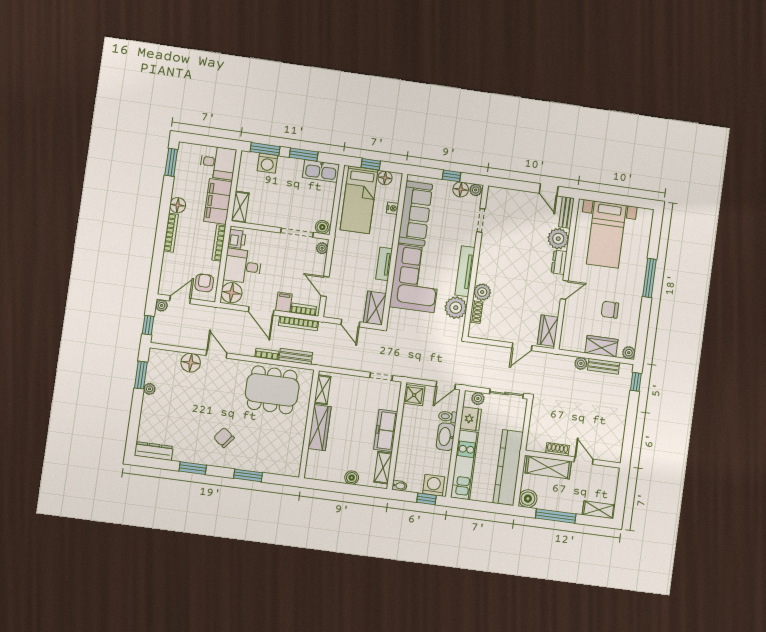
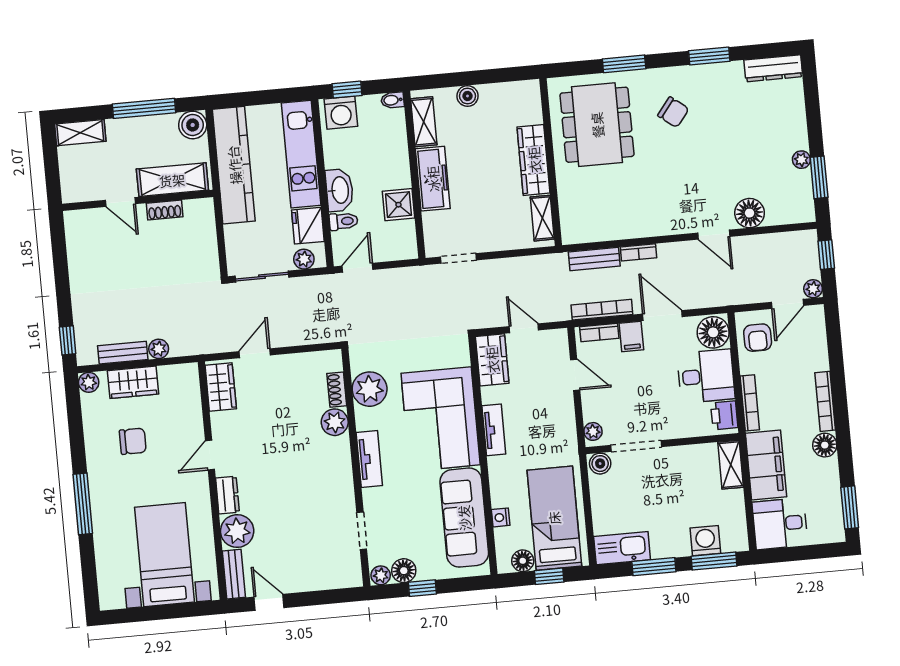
tv unit: (465, 271) -> (369, 459), width x0.71
dining table: (272, 390) -> (597, 125), moved, turned 90
shower: (414, 395) -> (398, 205), moved

